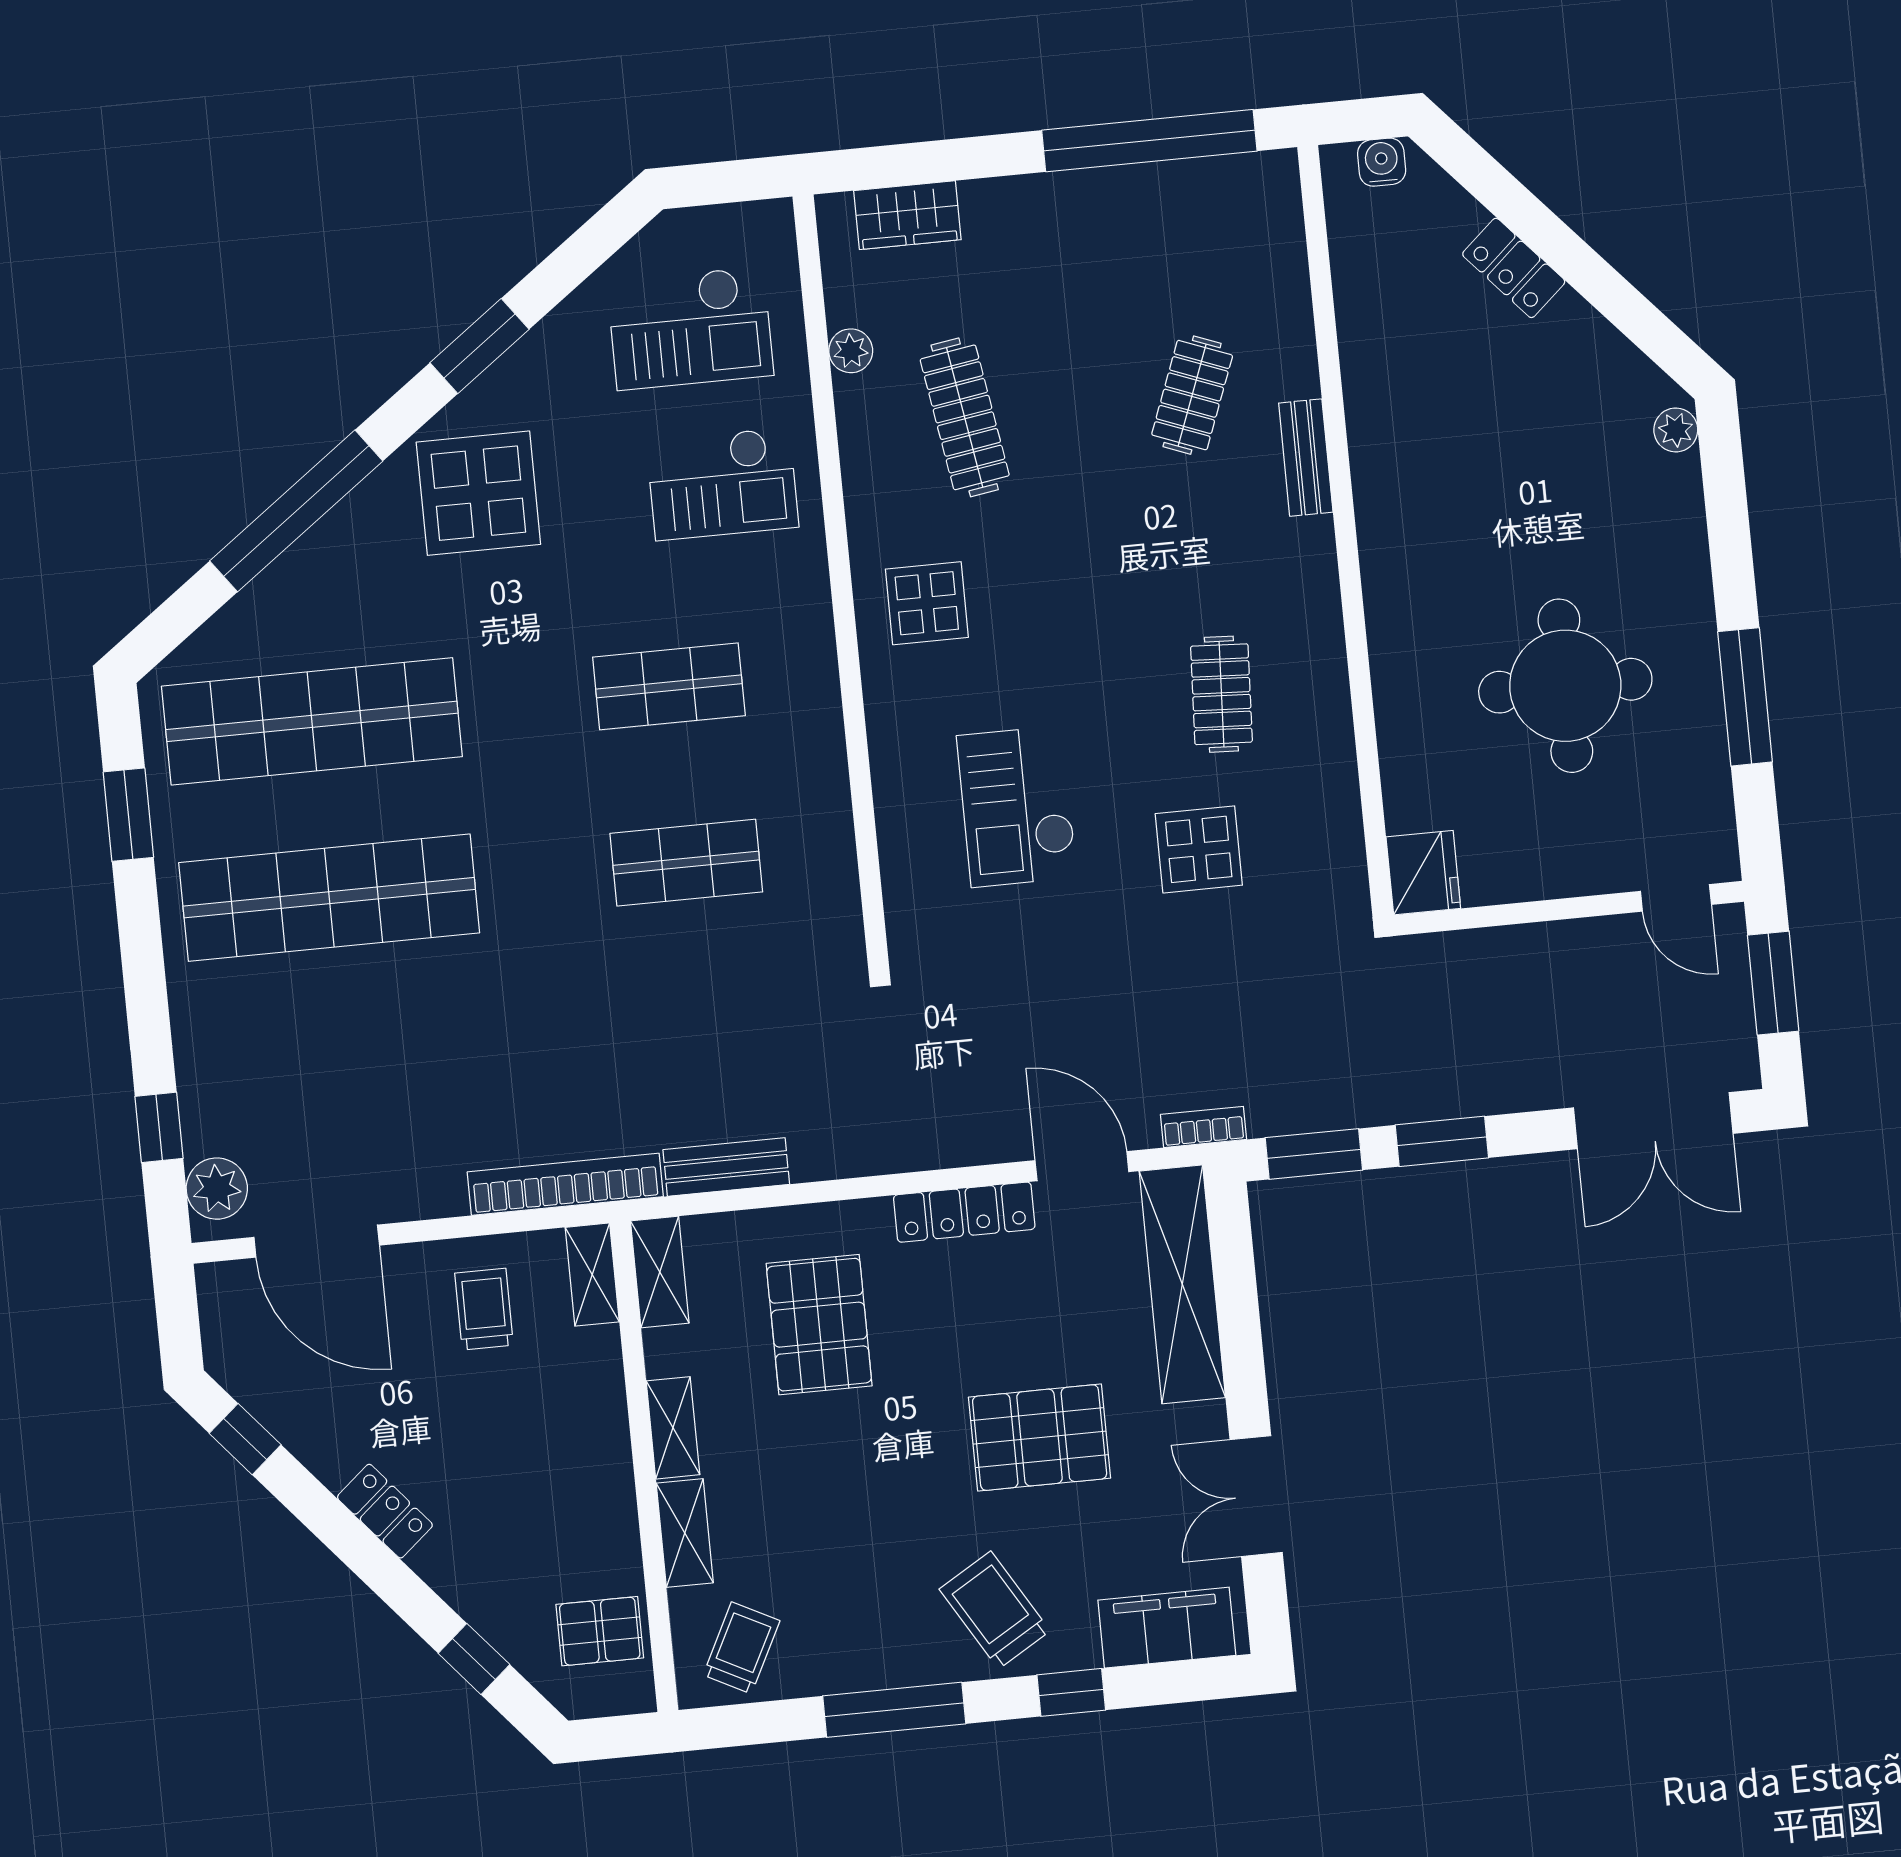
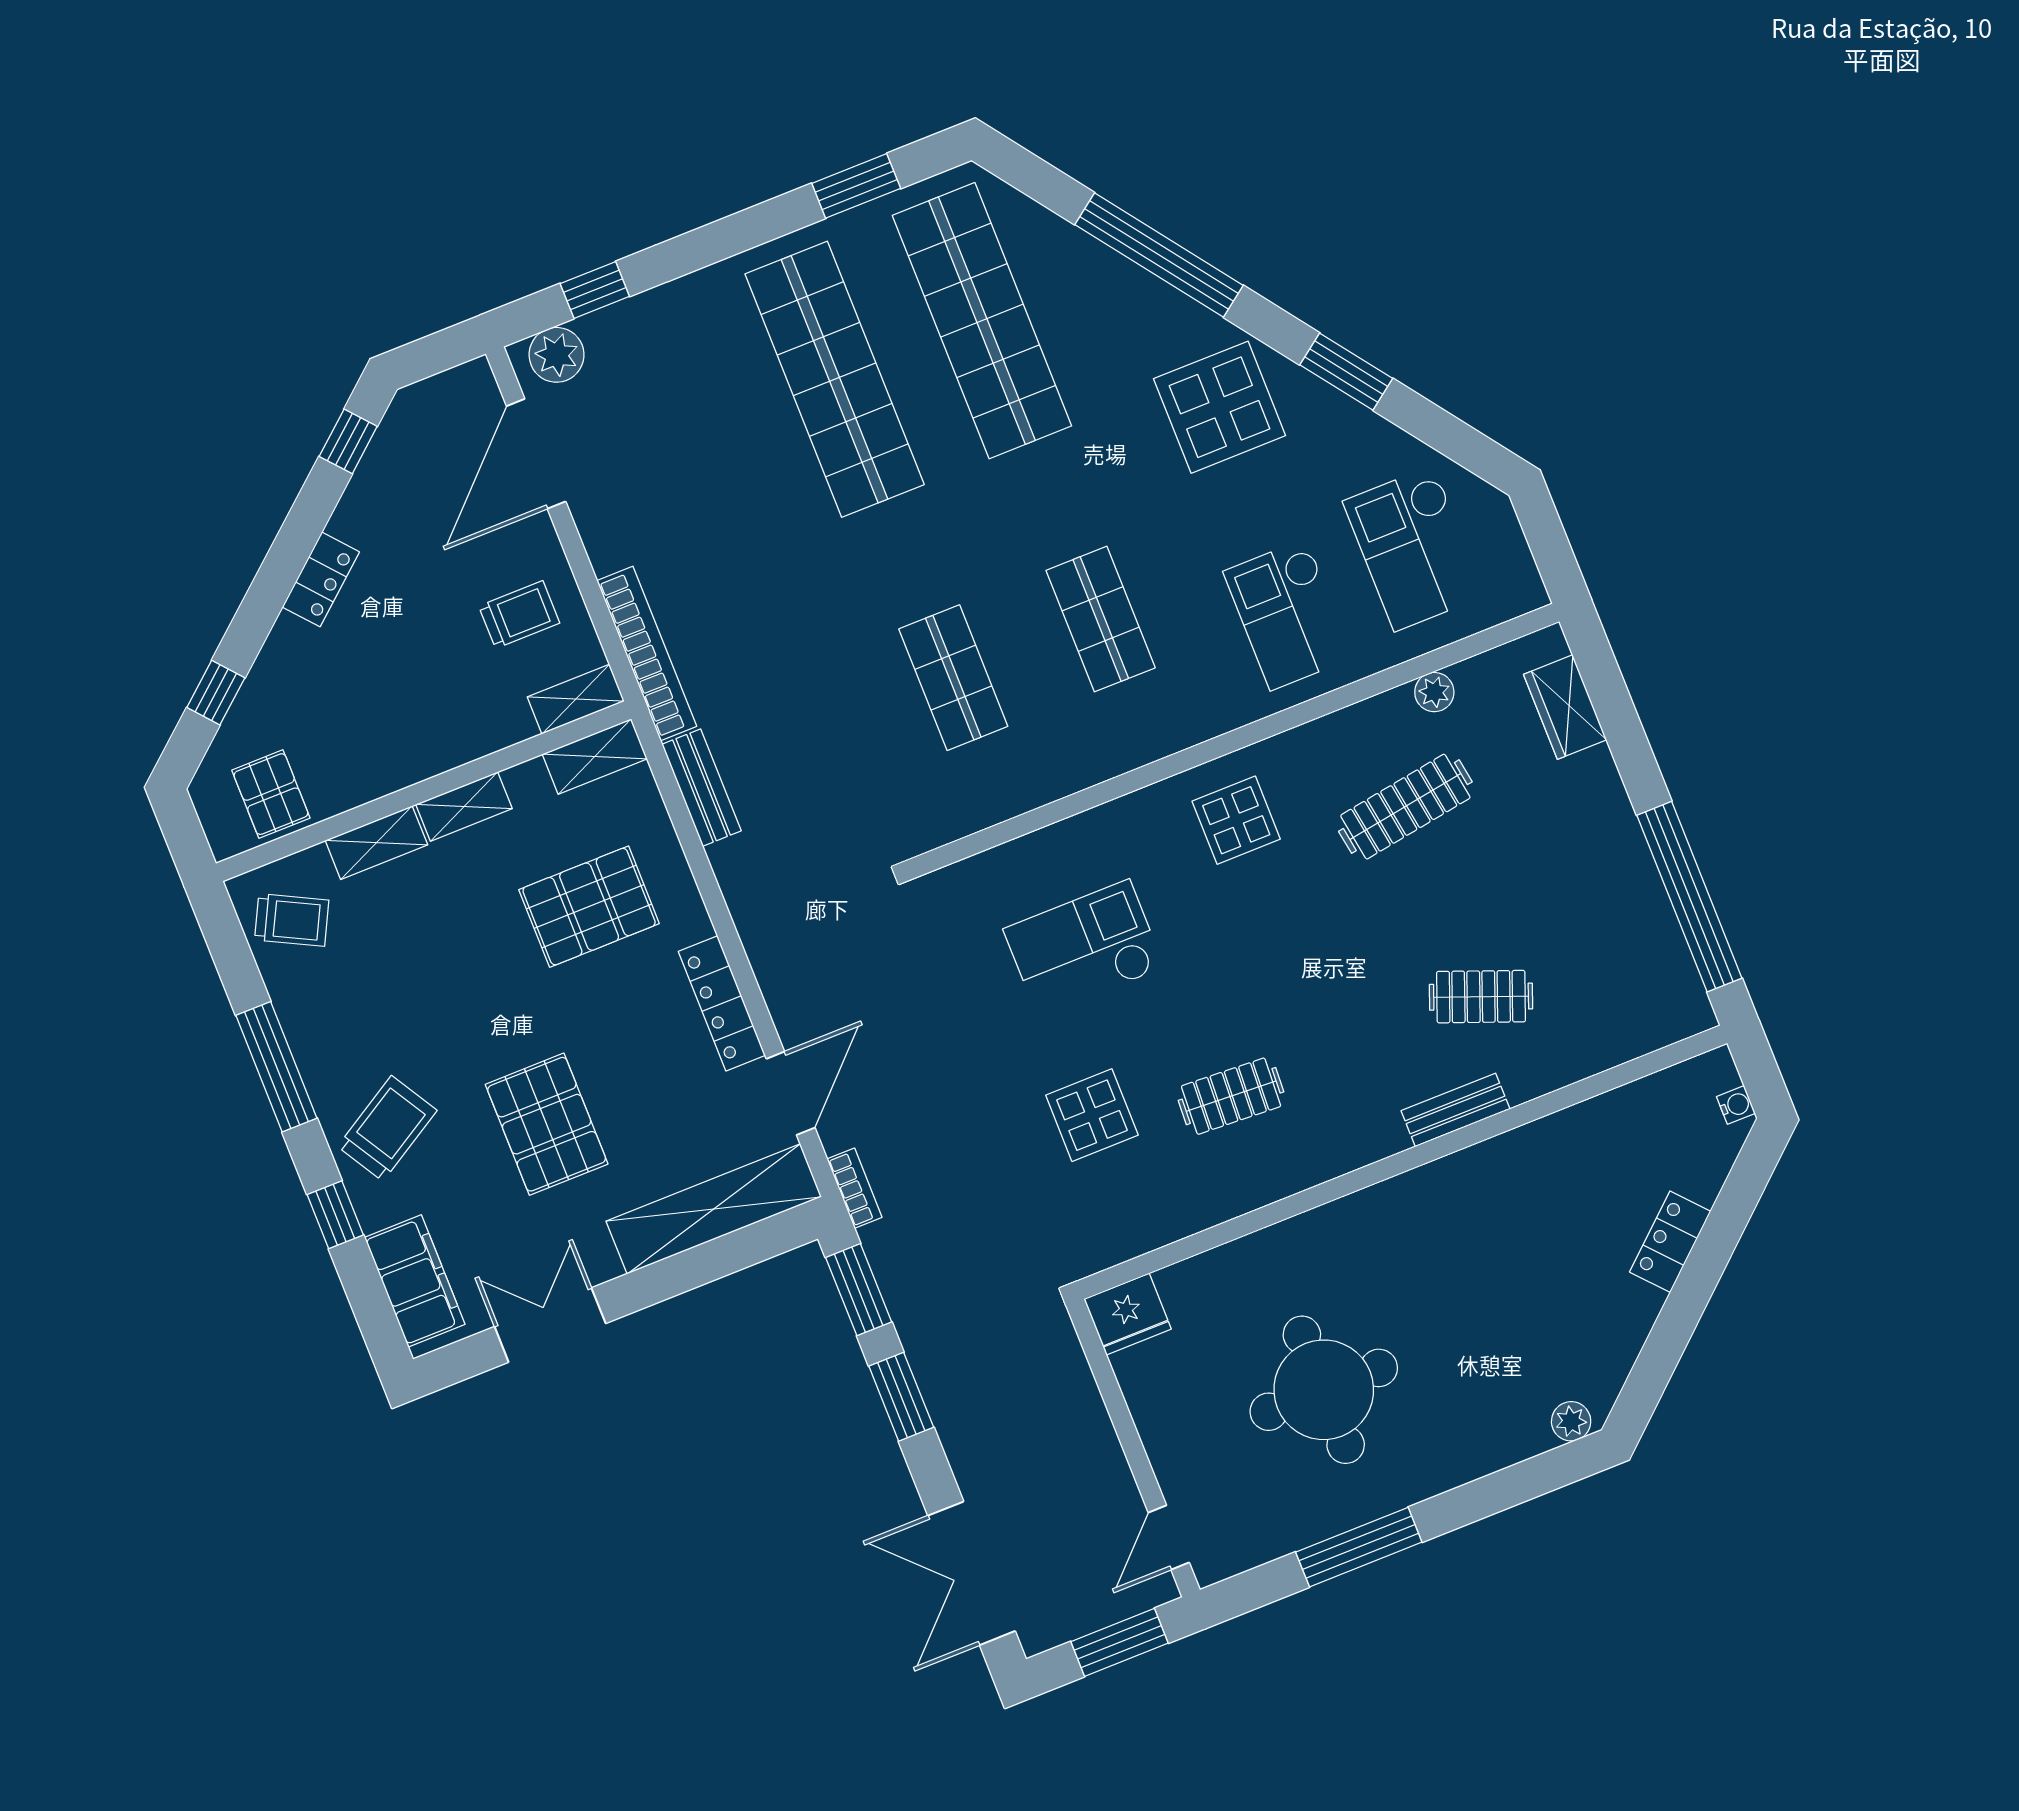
water cooler: (1382, 162) -> (1736, 1105), width x0.72, depth x0.72

